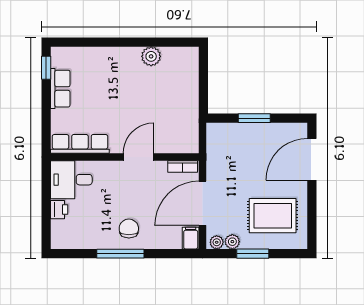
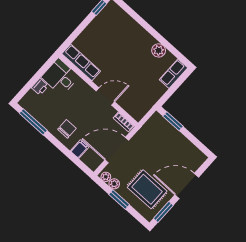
row of seats: (60, 89) -> (173, 74), moved, turned 180
window: (254, 118) -> (173, 121), moved
door: (312, 159) -> (187, 186), moved
window: (312, 224) -> (163, 212), added
filing cabinet: (191, 238) -> (80, 149), moved
window: (120, 254) -> (33, 122), moved

